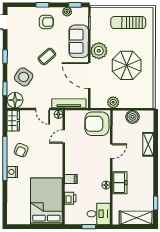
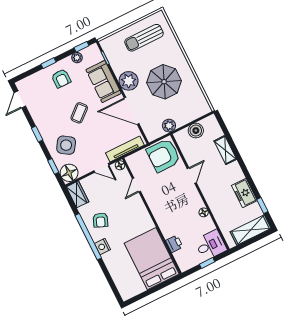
armchair: (46, 22) -> (61, 78), turned 90
filing cabinet: (71, 179) -> (165, 224), removed
freezer: (120, 183) -> (244, 193), moved, turned 180

